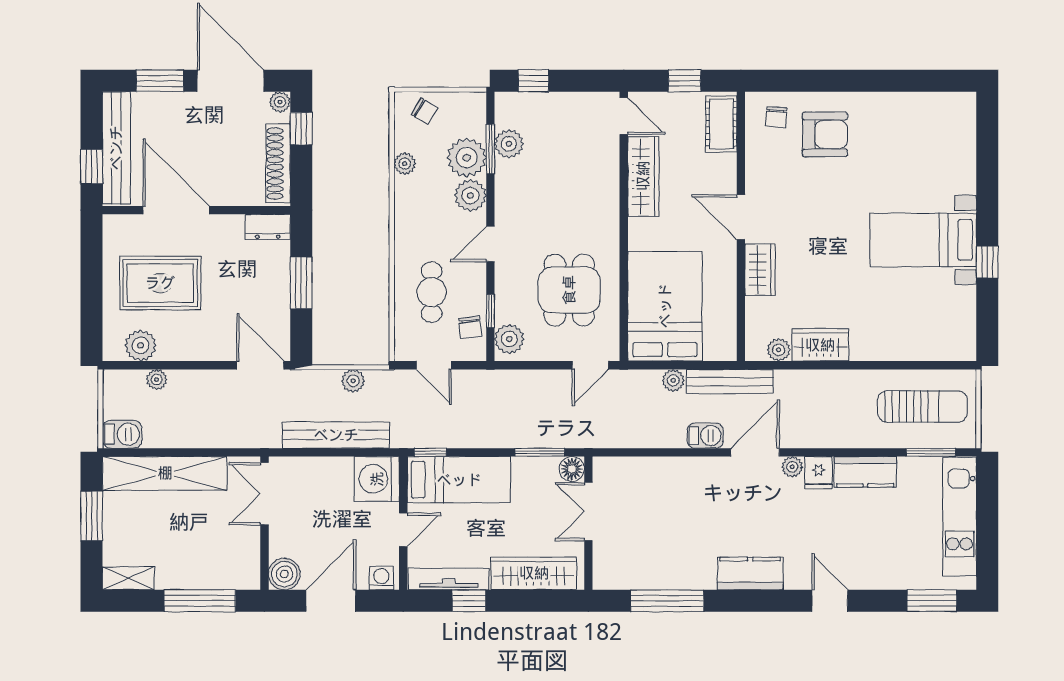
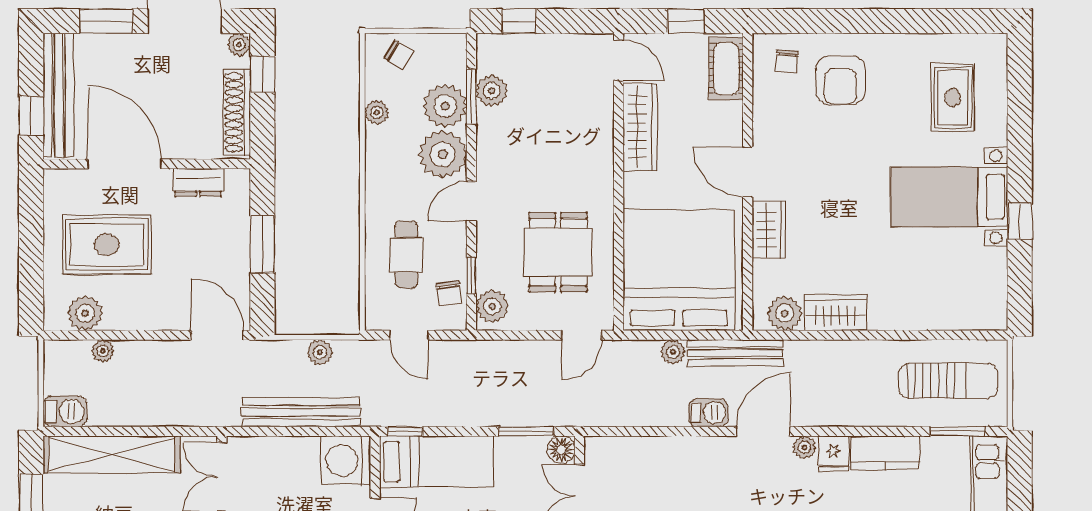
armchair: (825, 134) -> (840, 80), turned 90
rug: (927, 150) -> (953, 97), added
plant: (470, 195) -> (443, 154), width x1.36, depth x1.36
dresser: (268, 227) -> (198, 182), moved
bed: (665, 306) -> (679, 270), width x1.36
plant: (779, 350) -> (785, 313), width x1.38, depth x1.38

